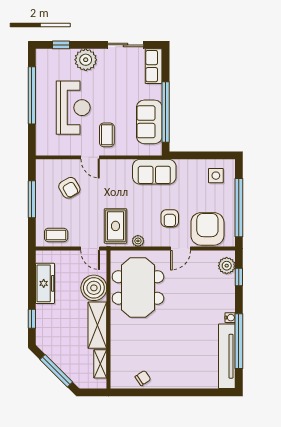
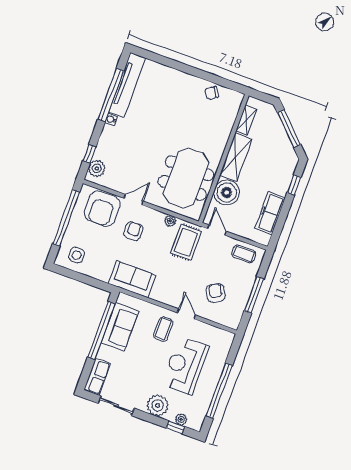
plant: (58, 54) -> (181, 419), added

